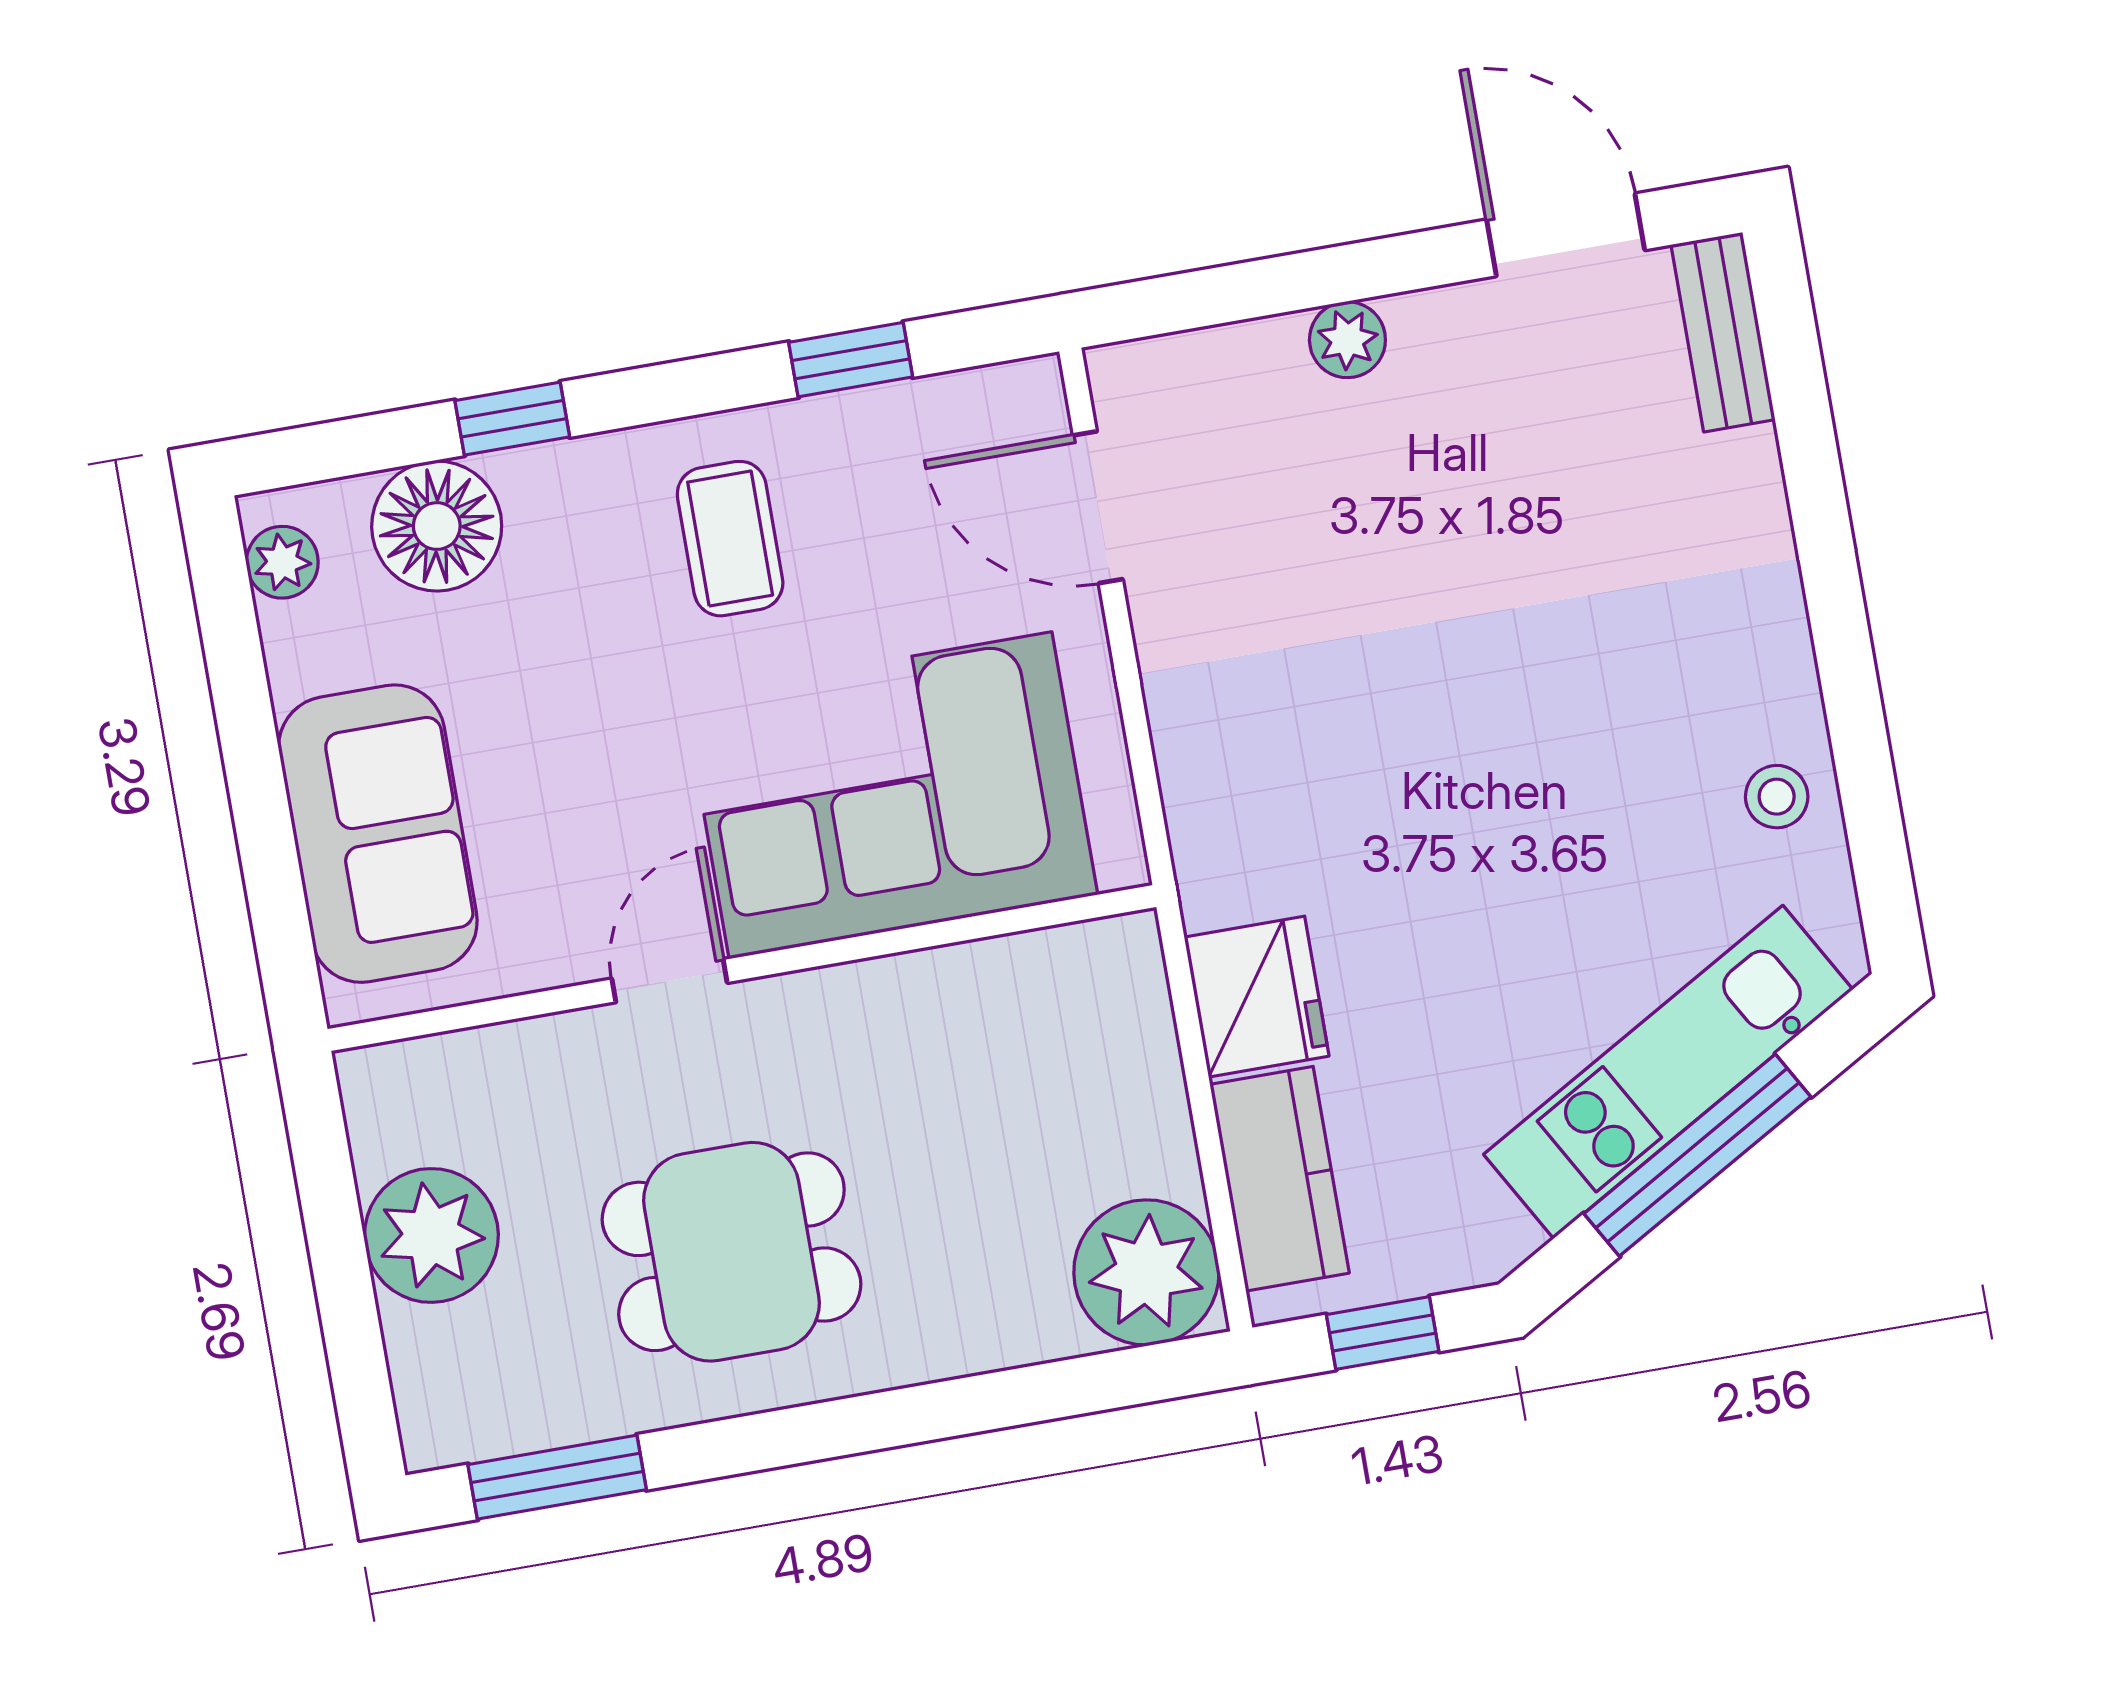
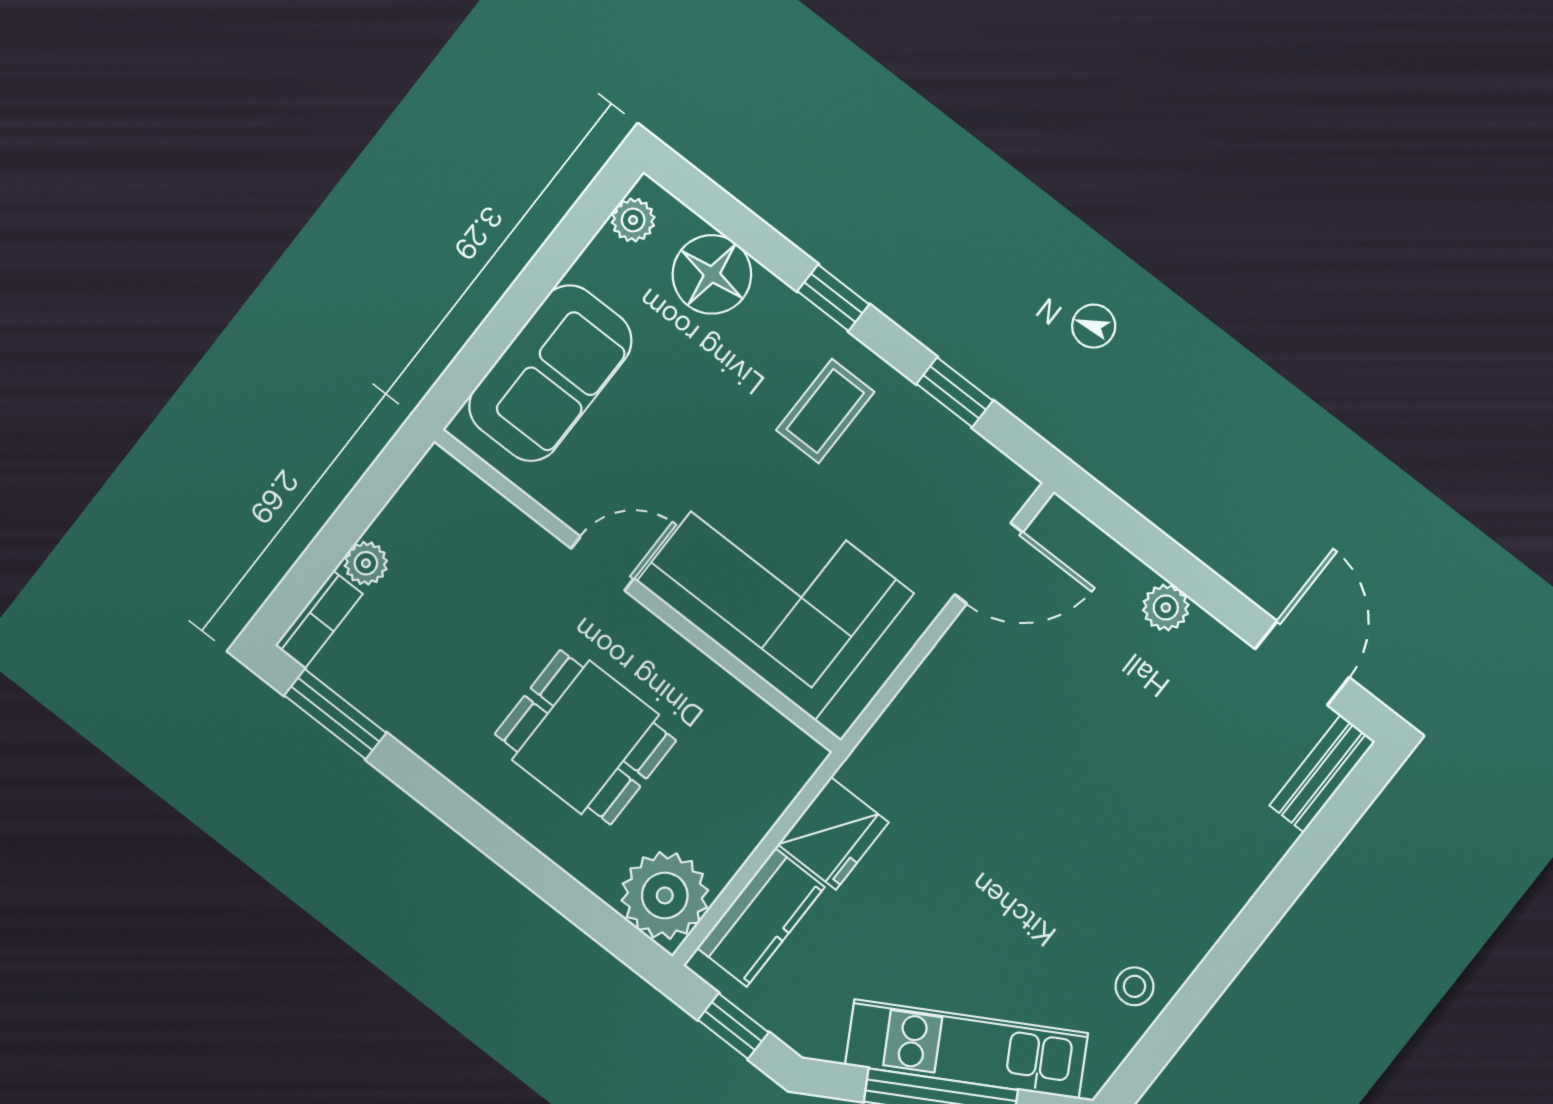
window: (512, 419) -> (833, 298), moved
door: (1098, 507) -> (989, 563), swing flipped
plant: (431, 1235) -> (366, 563), width x0.53, depth x0.53
dining table: (731, 1252) -> (585, 737), moved
bookcase: (423, 1392) -> (319, 620), added

